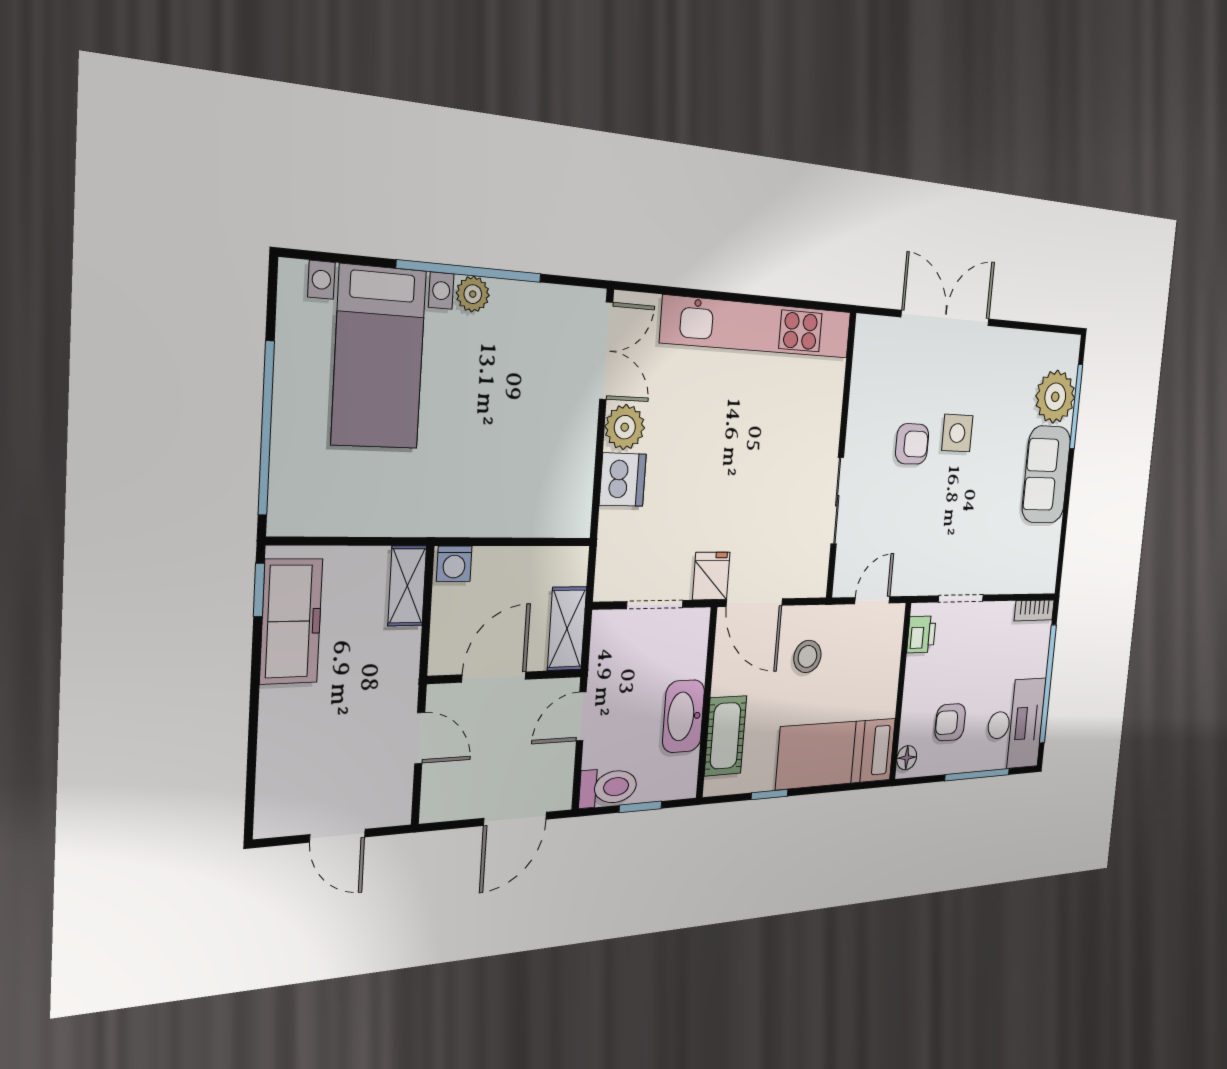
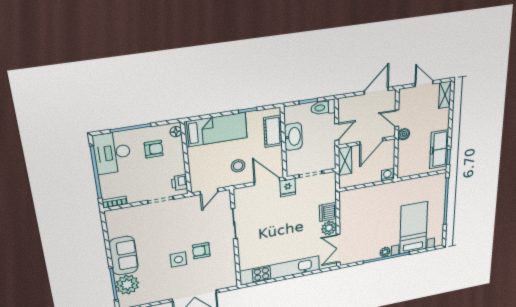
shelving: (407, 586) -> (445, 95), moved
boiler: (402, 686) -> (404, 134), added
door: (515, 819) -> (376, 91), moved

